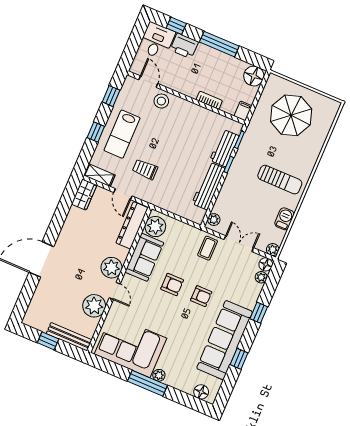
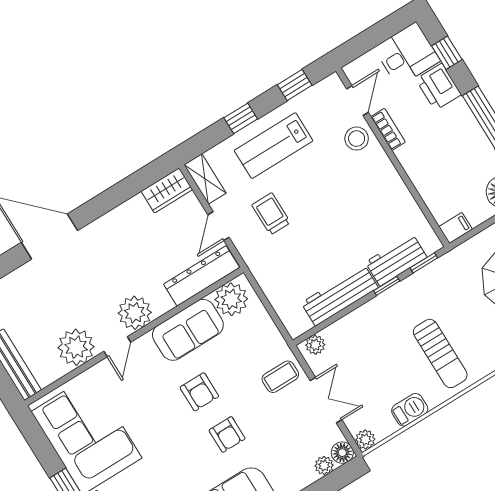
bookcase: (209, 100) -> (388, 129), moved

